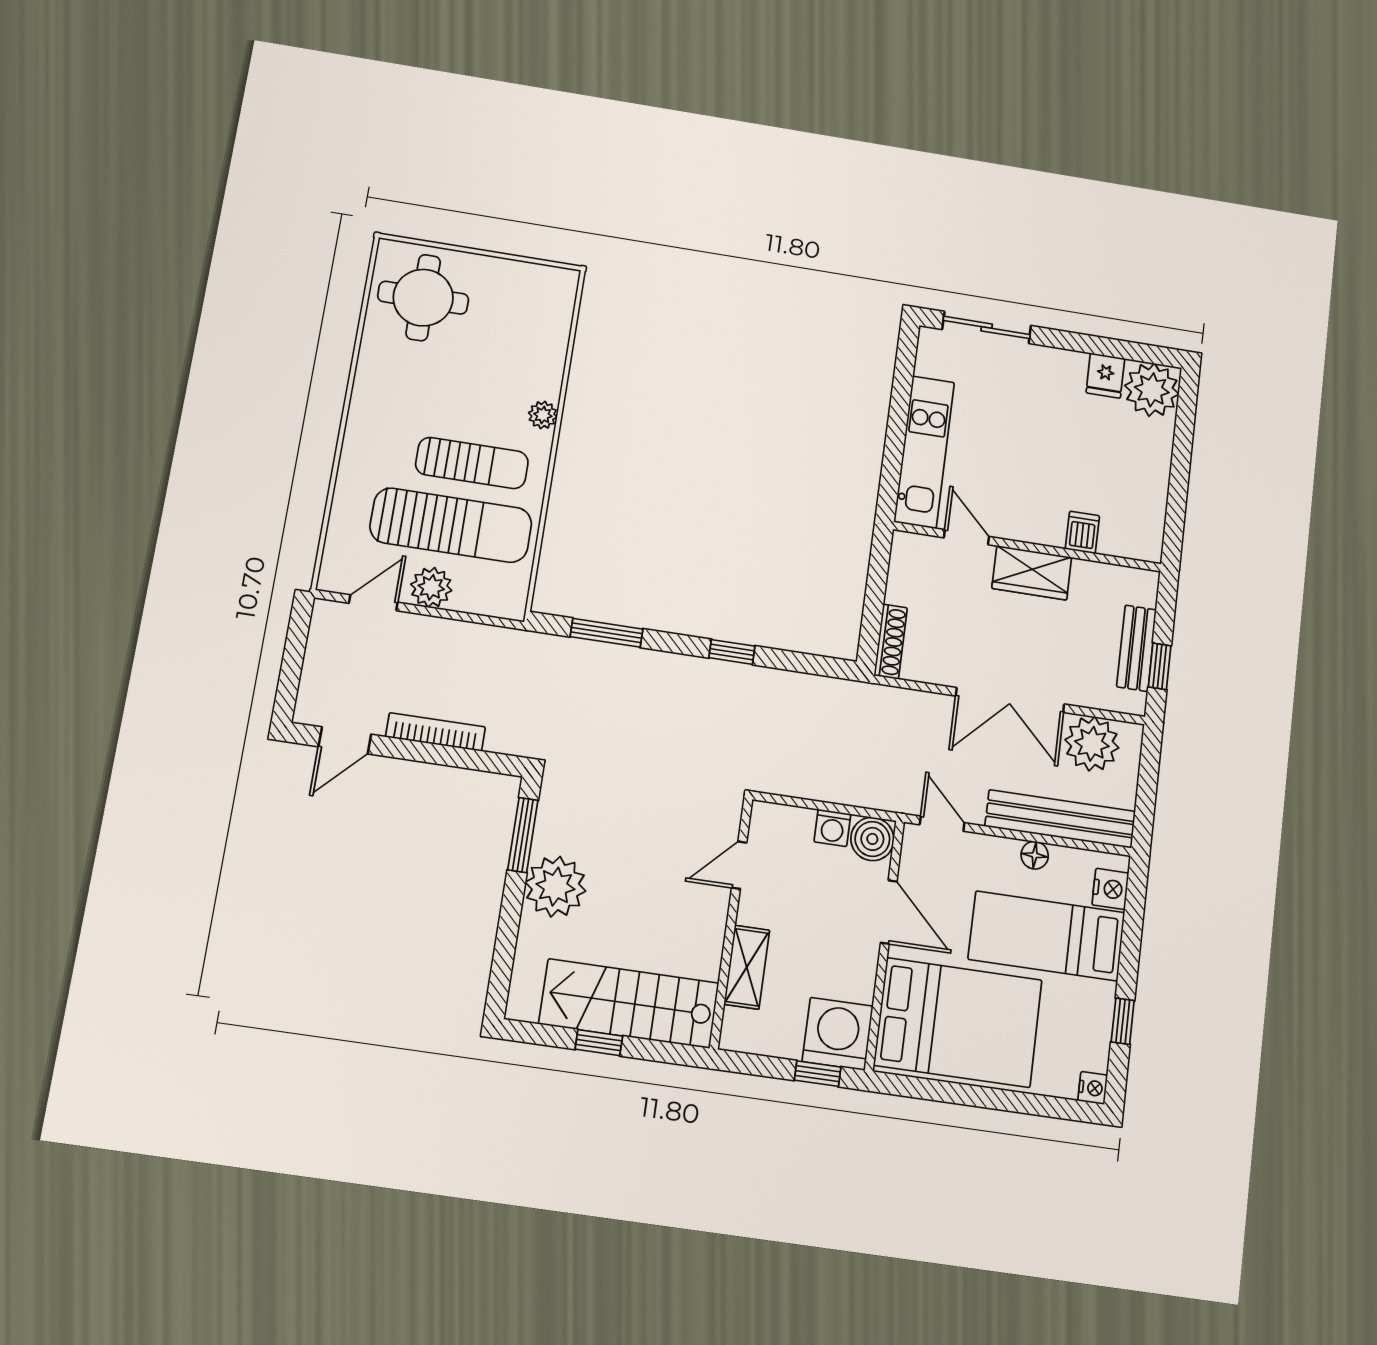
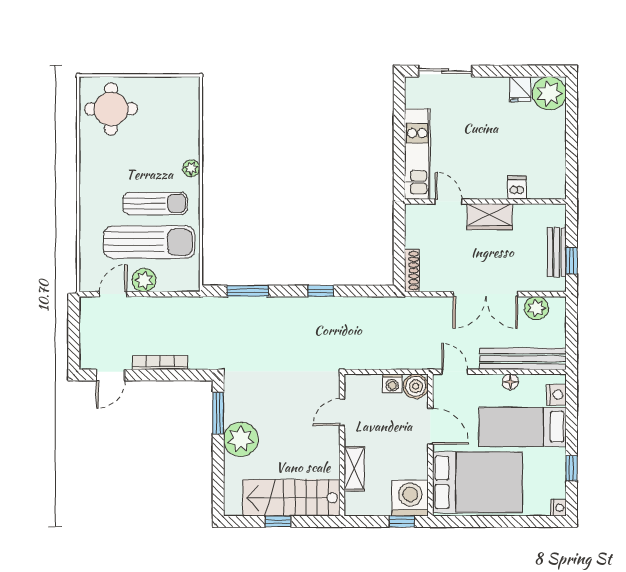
plant: (1092, 744) -> (536, 308), width x0.73, depth x0.73

